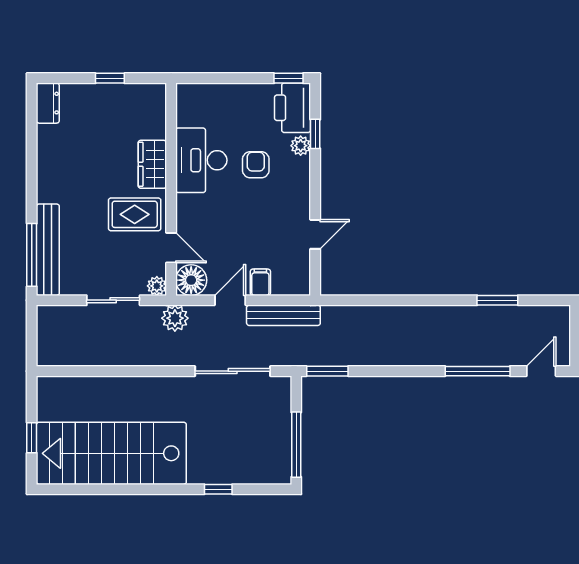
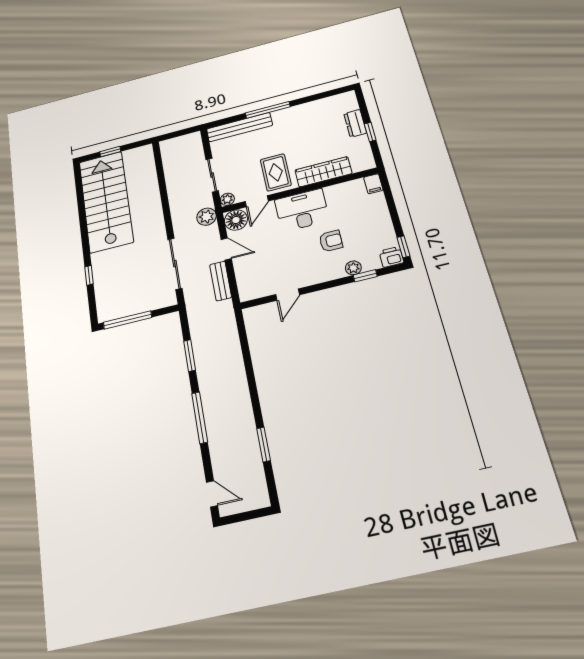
dresser: (48, 103) -> (355, 123), moved, turned 90
printer: (293, 108) -> (391, 257), width x0.53, depth x0.68
desk: (201, 160) -> (302, 210), moved
wardrobe: (152, 164) -> (323, 172), width x1.50
door: (315, 234) -> (287, 295), hinge flipped
window: (32, 255) -> (268, 110), moved
filing cabinet: (260, 282) -> (373, 184), moved, turned 90
bench: (283, 315) -> (221, 281), width x0.73
window: (327, 371) -> (190, 355), moved
window: (478, 371) -> (200, 418), moved

